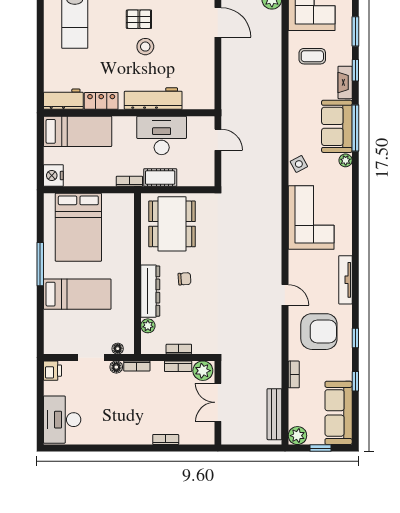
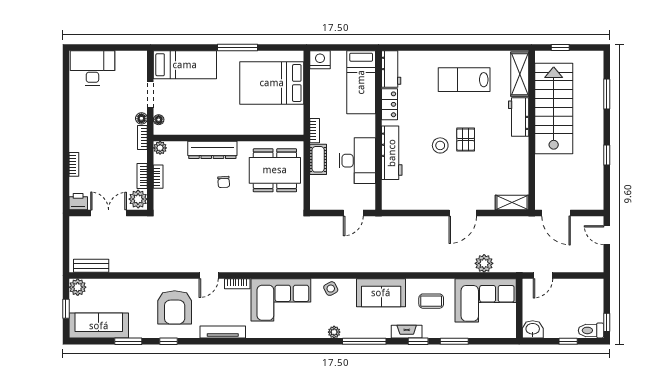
coffee table: (312, 56) -> (431, 301), turned 90
sofa: (337, 126) -> (381, 293), moved, turned 180
bed: (77, 294) -> (185, 65), moved, turned -90
plant: (148, 326) -> (160, 148), moved
printer: (52, 371) -> (78, 202), moved, turned 180
bookcase: (294, 374) -> (237, 284), moved
window: (355, 381) -> (128, 341), width x1.50
bench: (274, 414) -> (91, 266), width x0.73

